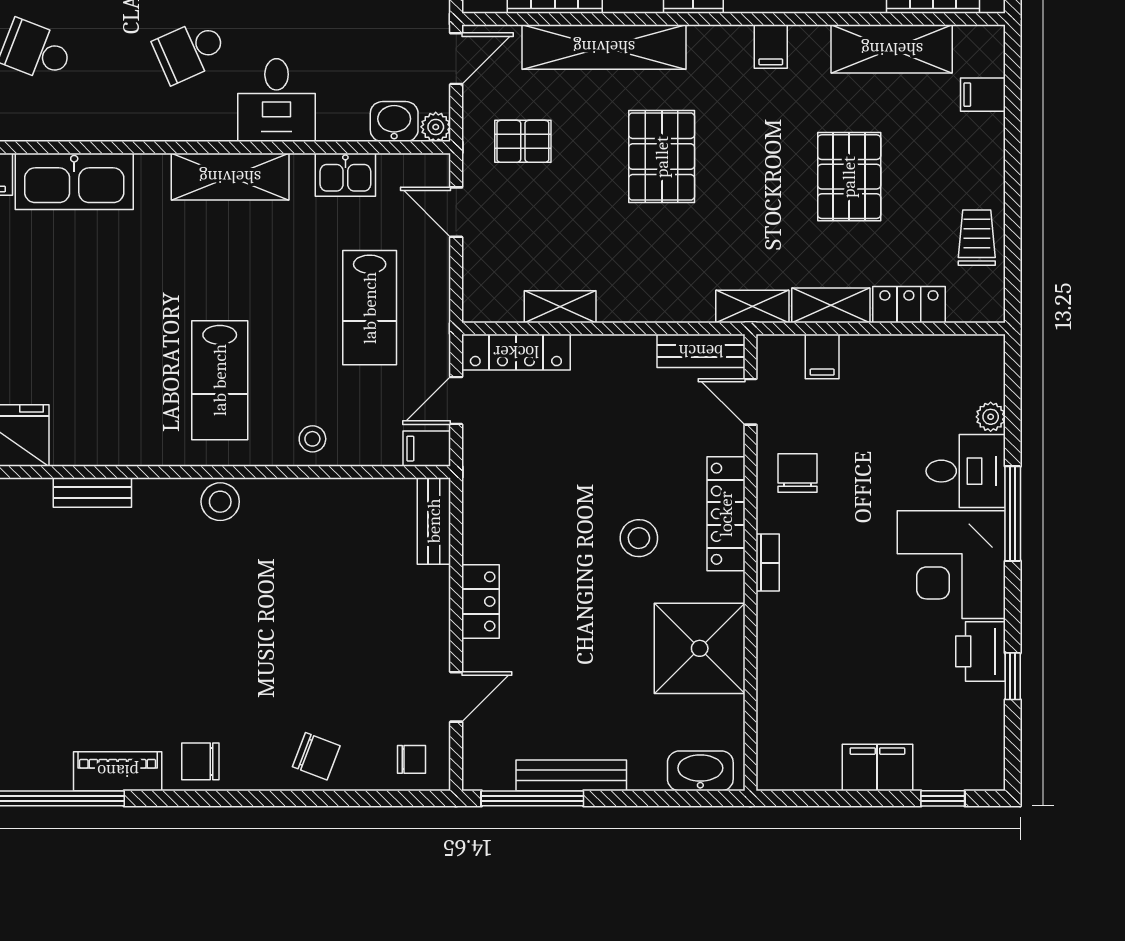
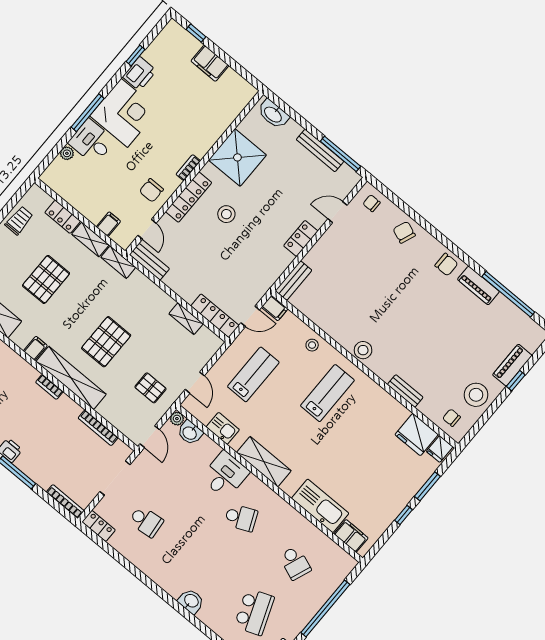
shelving: (604, 47) -> (71, 378), moved
door: (456, 59) -> (150, 437), swing flipped
trolley: (977, 238) -> (19, 220), turned 180

